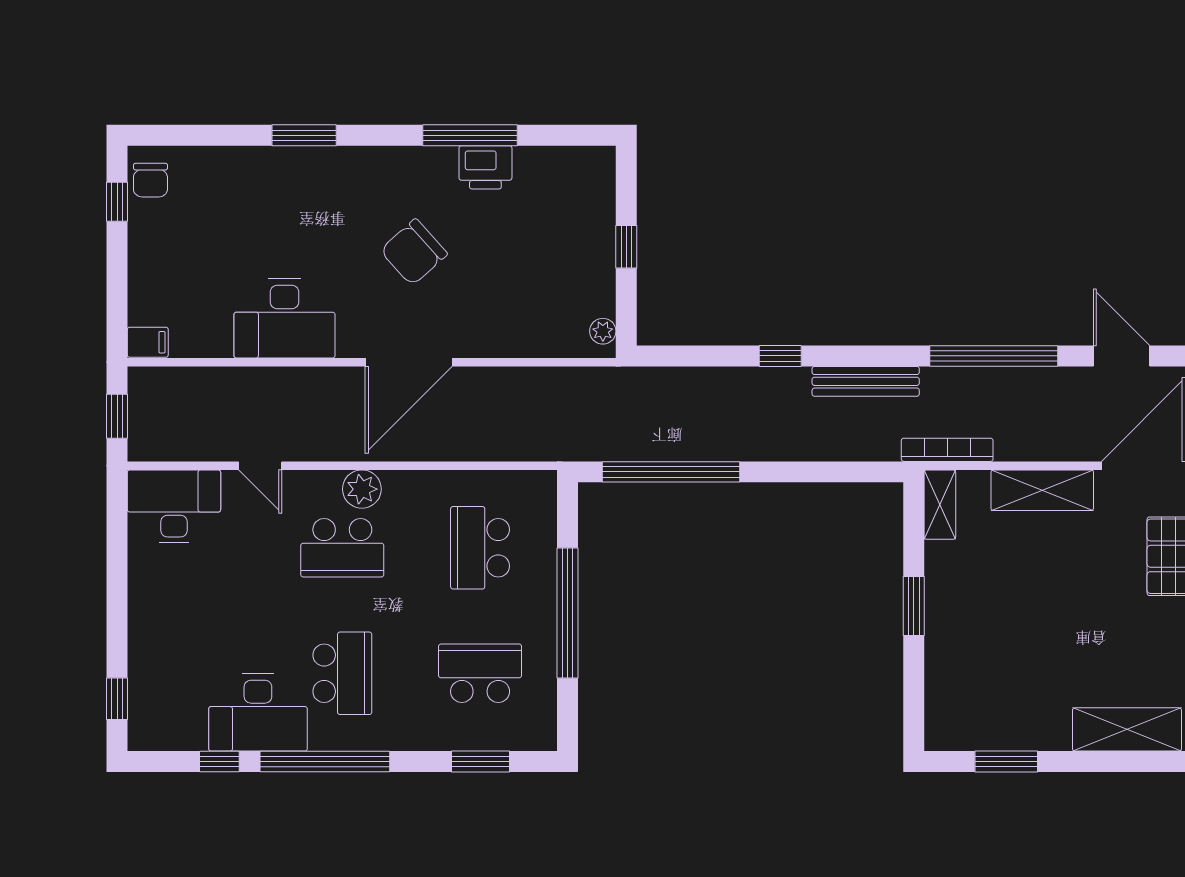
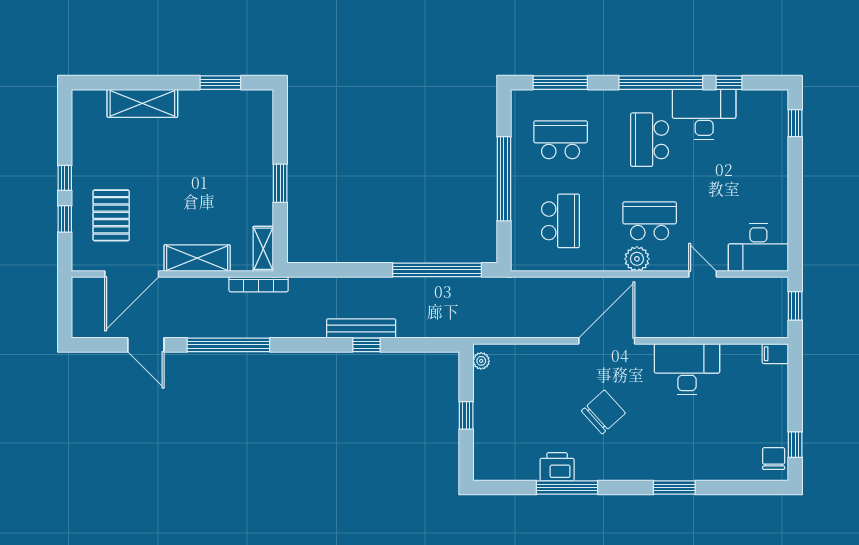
bench: (866, 381) -> (361, 328), moved
school desk: (480, 673) -> (561, 140), turned 180
window: (480, 762) -> (560, 83), width x1.44

